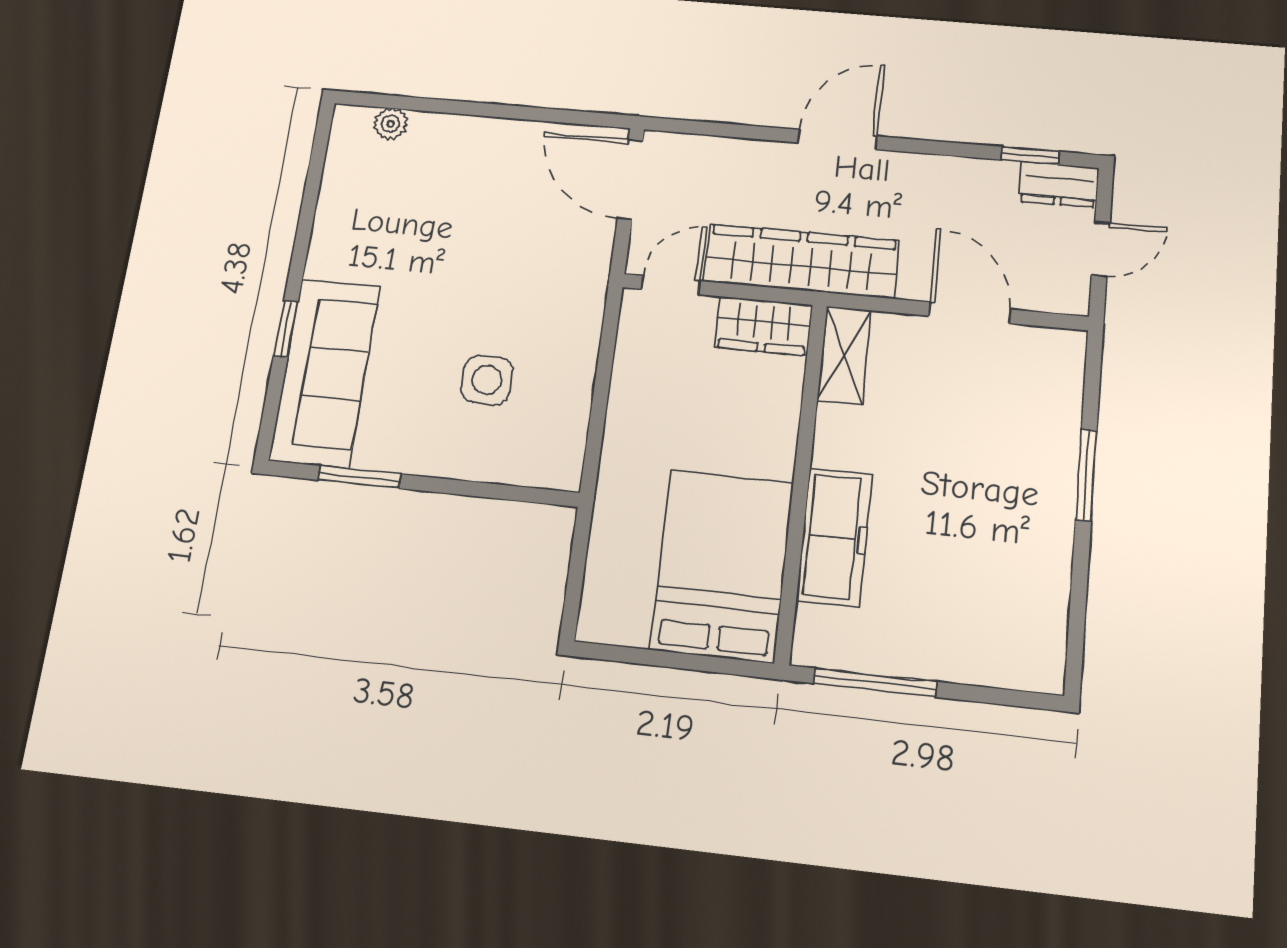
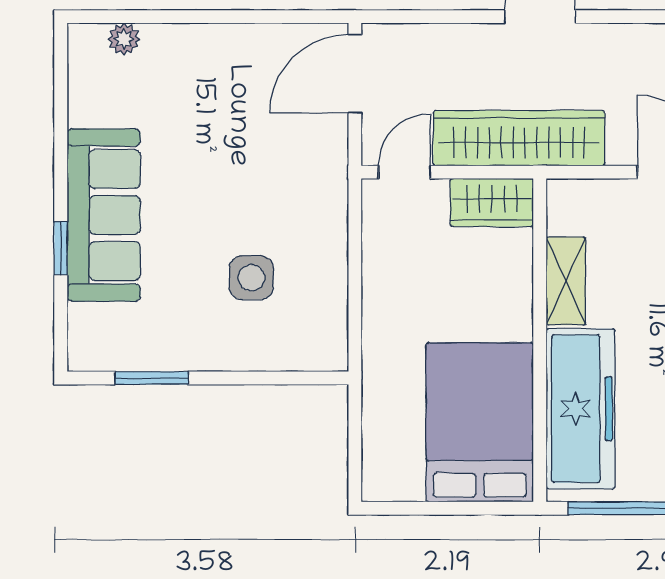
door: (630, 179) -> (355, 74), hinge flipped
shelving: (844, 355) -> (566, 281), moved
sofa: (325, 373) -> (104, 215), moved
freezer: (834, 537) -> (580, 409), width x1.36, depth x1.26

